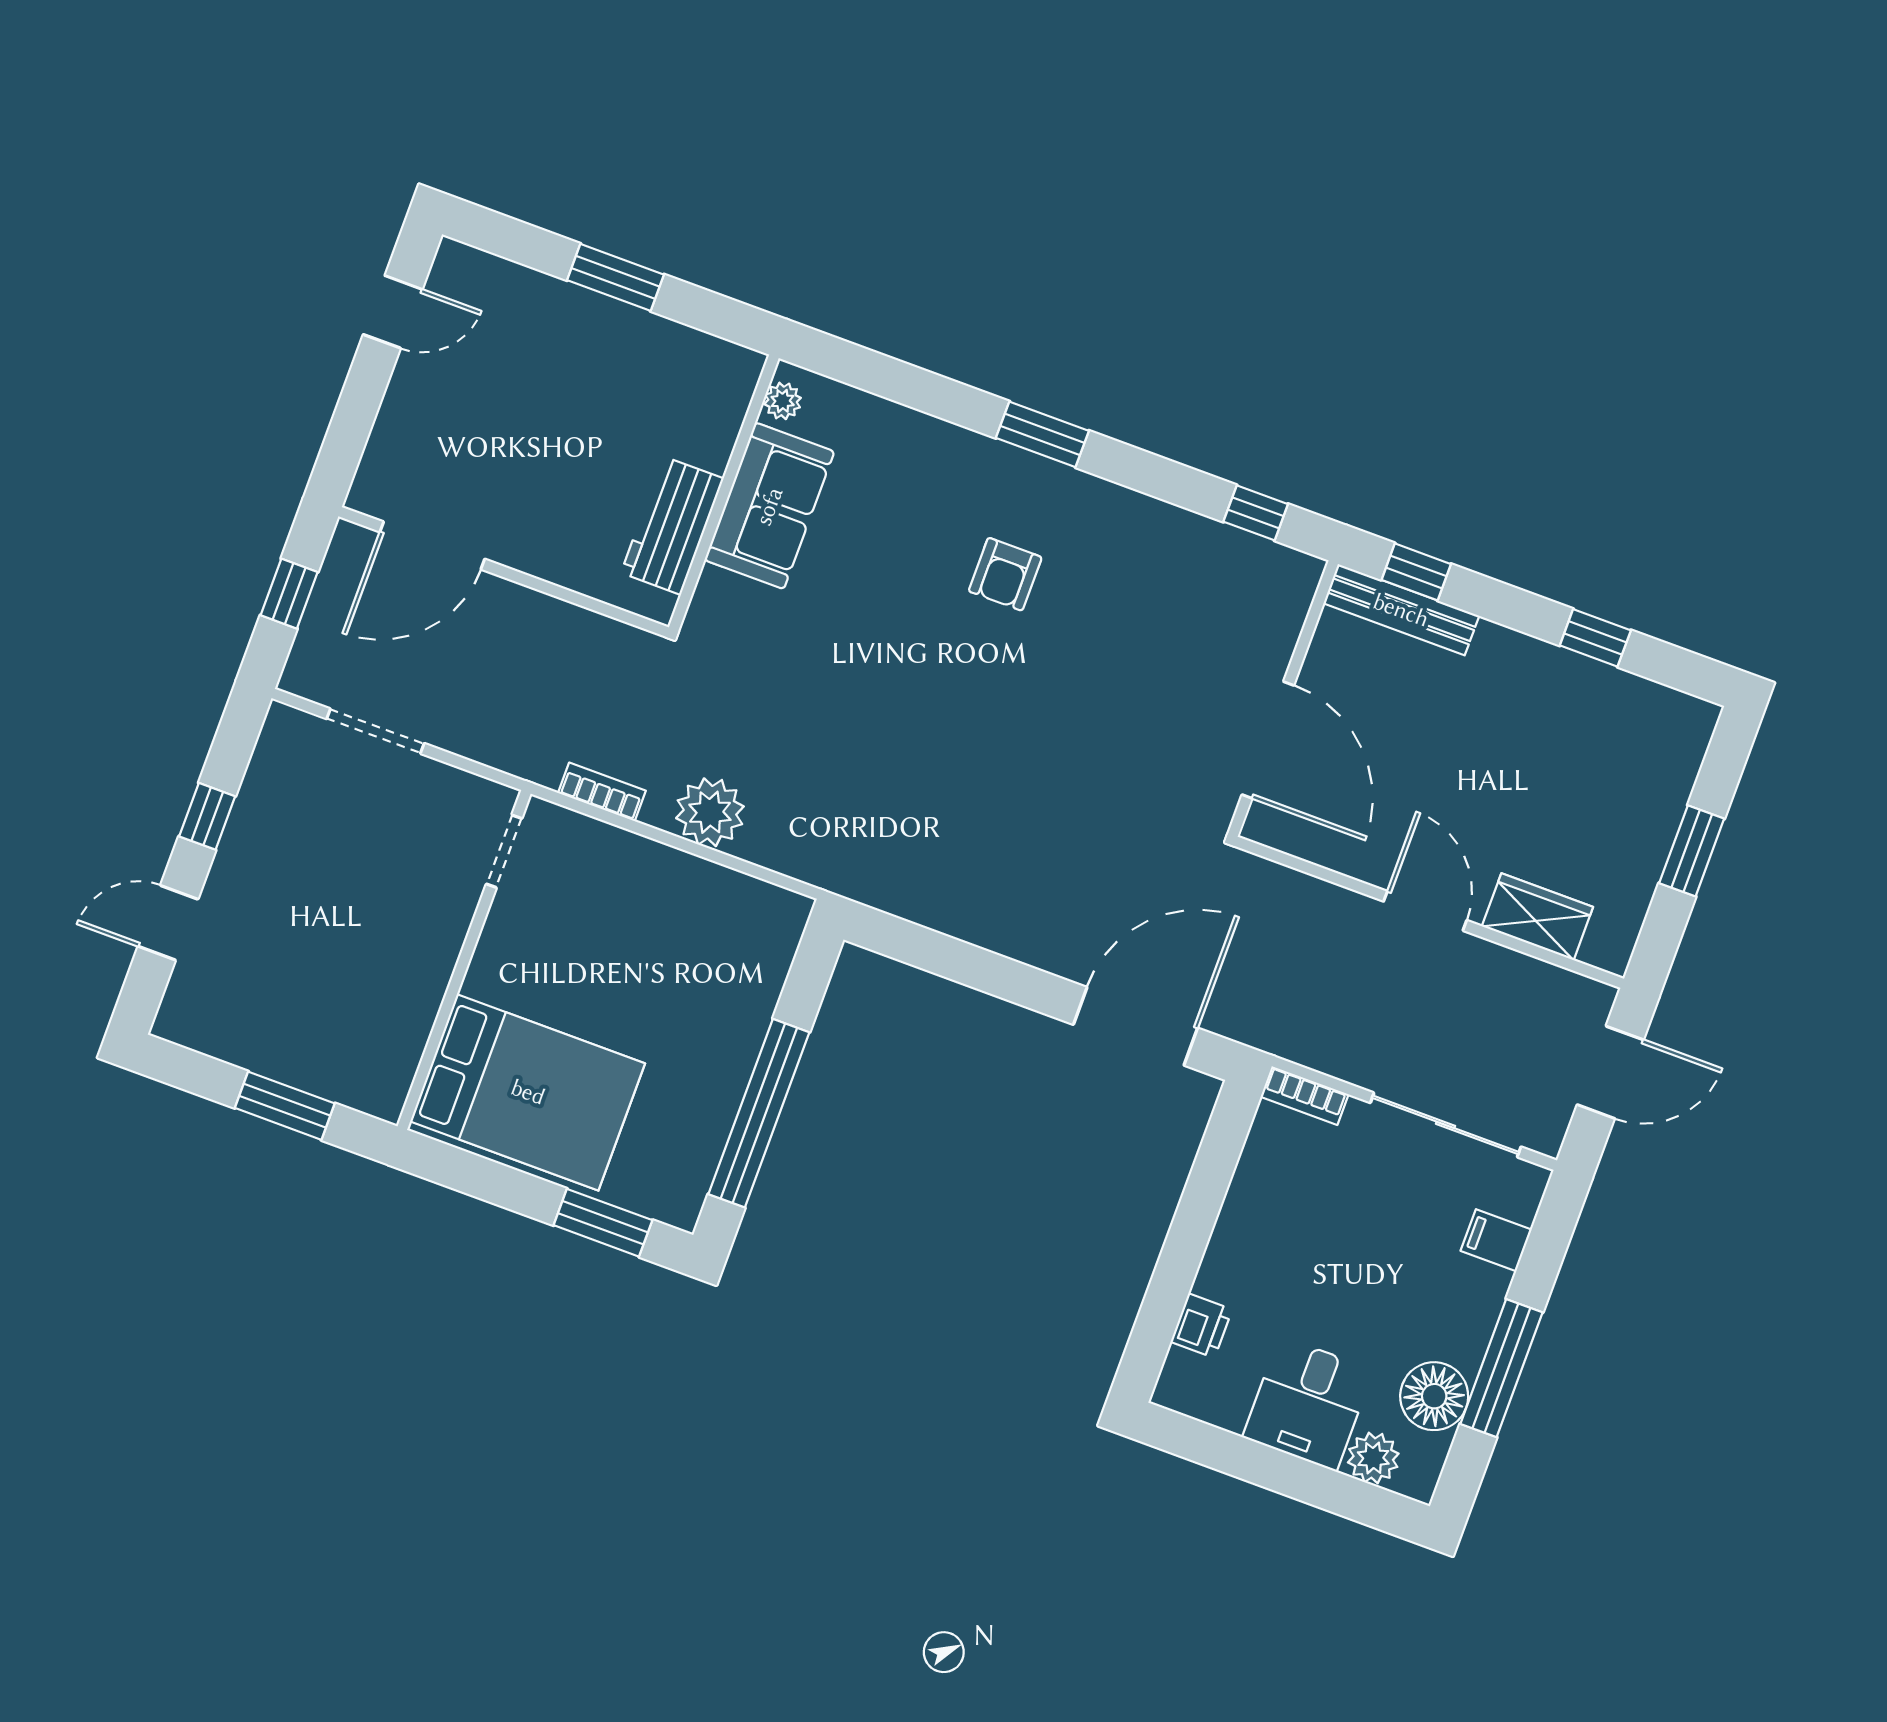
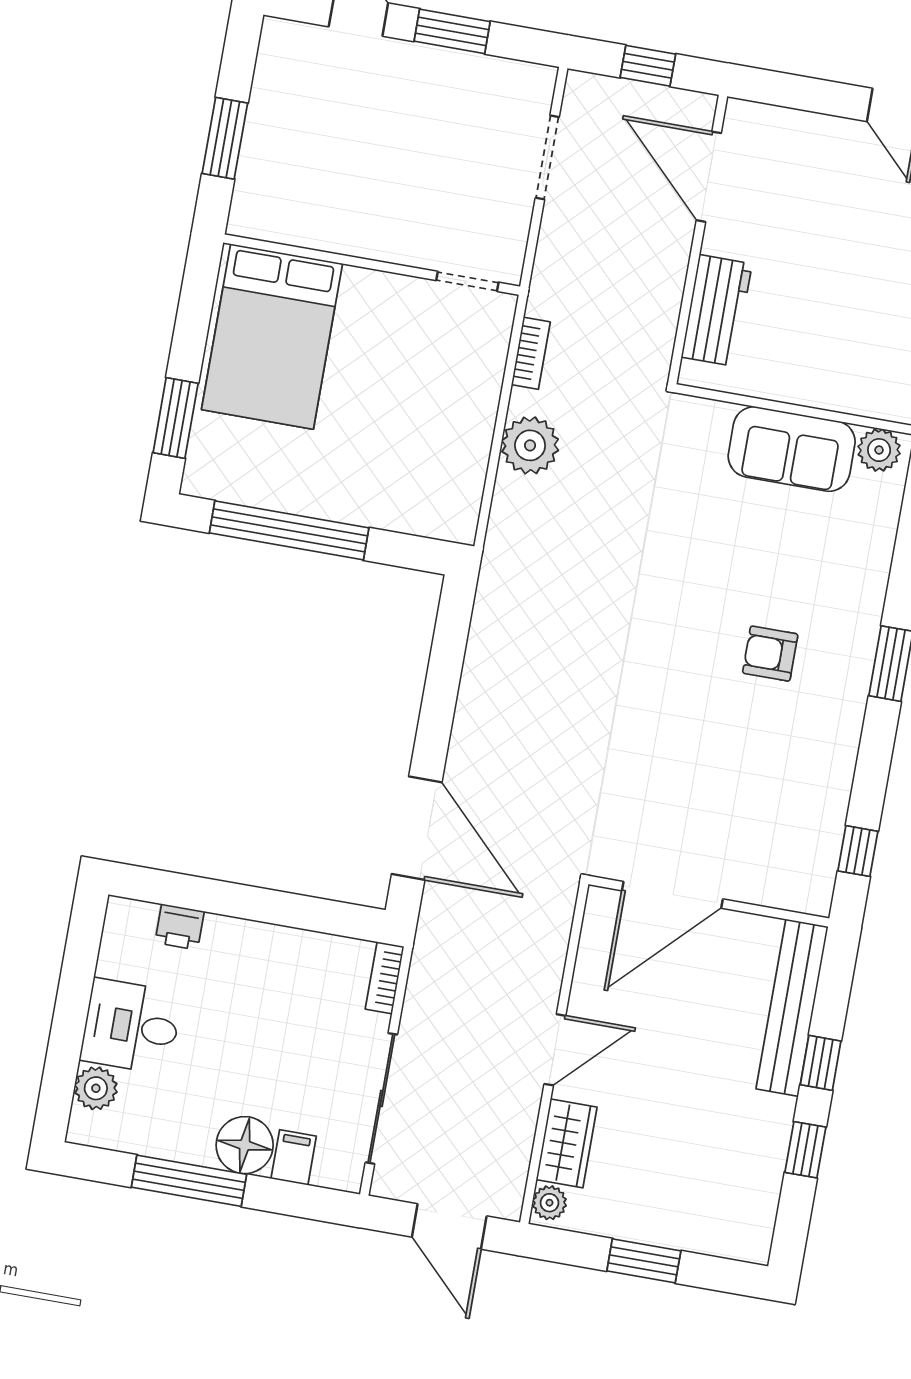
plant: (783, 401) -> (879, 450), width x1.38, depth x1.38
workbench: (672, 526) -> (717, 310), moved, turned 90
window: (1416, 572) -> (821, 1063), moved
bench: (1401, 610) -> (792, 1008), width x1.37, depth x1.21
window: (207, 816) -> (452, 31), width x1.50
plant: (1603, 949) -> (549, 1203), added
floor lamp: (1434, 1396) -> (245, 1145), moved

